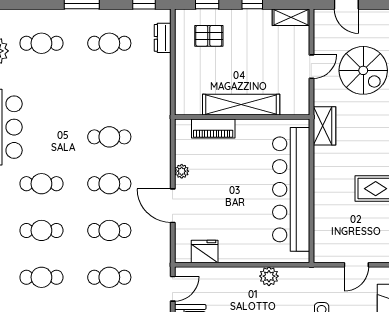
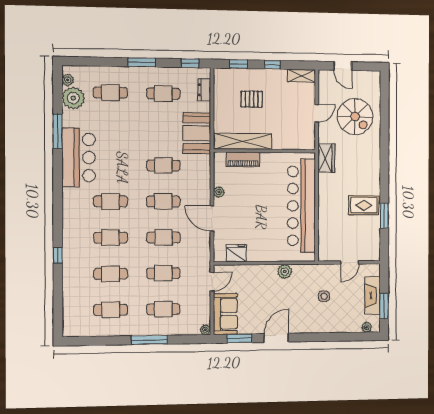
pallet: (209, 36) -> (252, 99), moved
booth: (153, 95) -> (197, 133), added
shelving: (241, 105) -> (243, 141), moved

